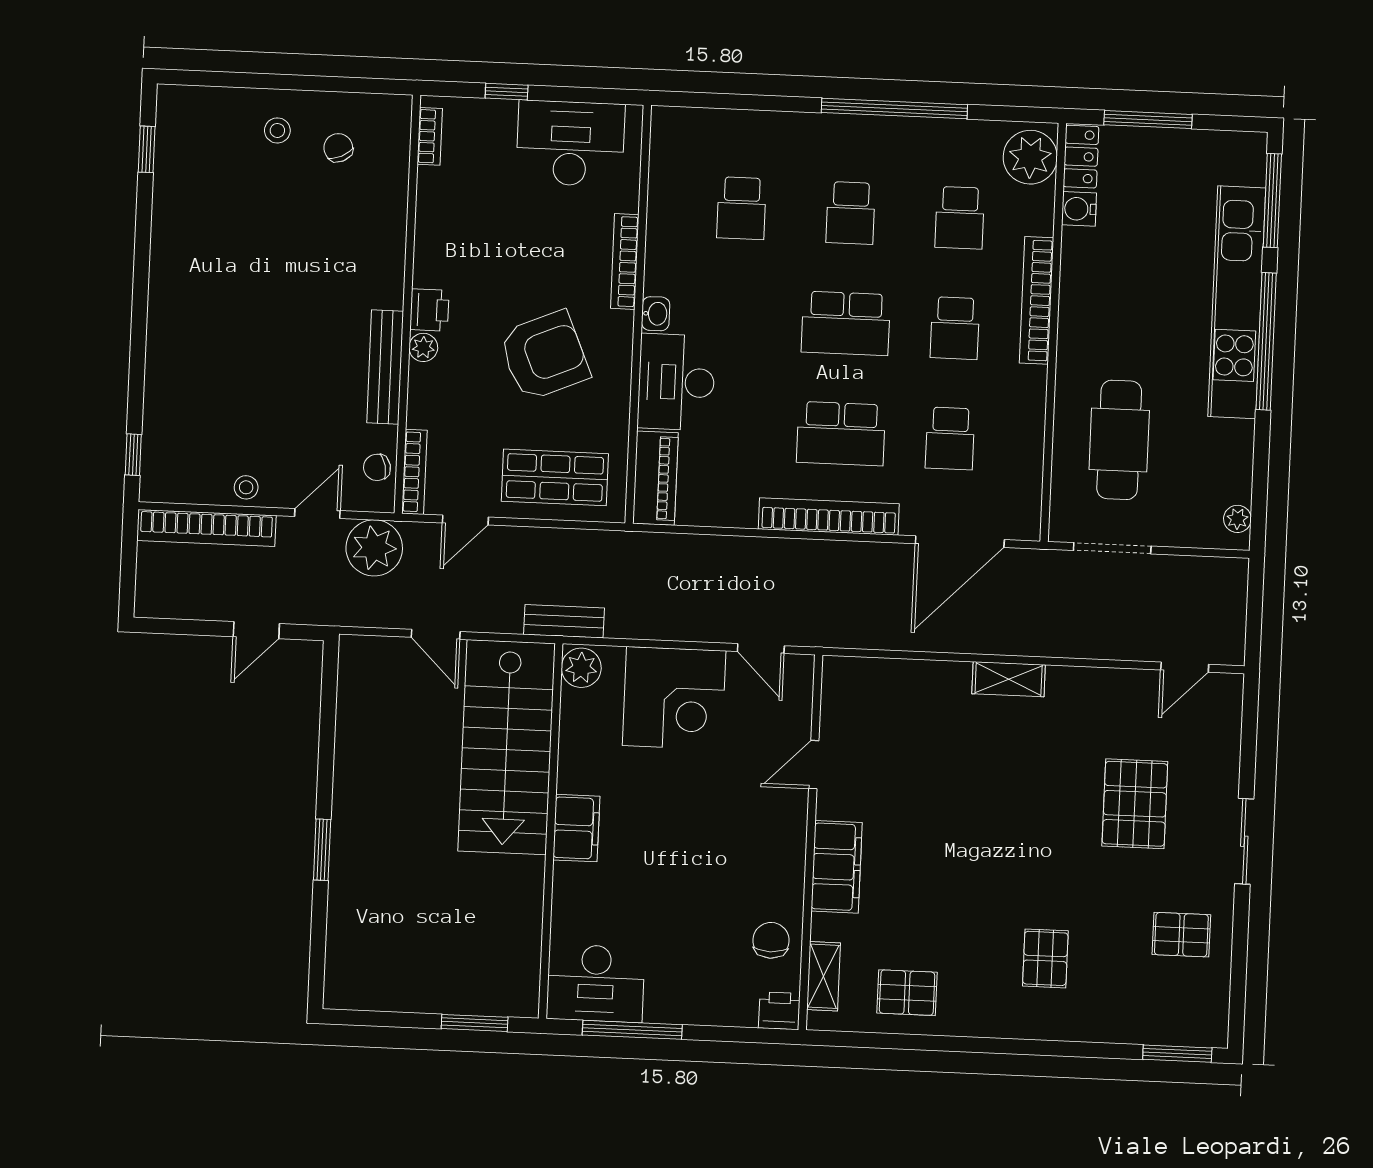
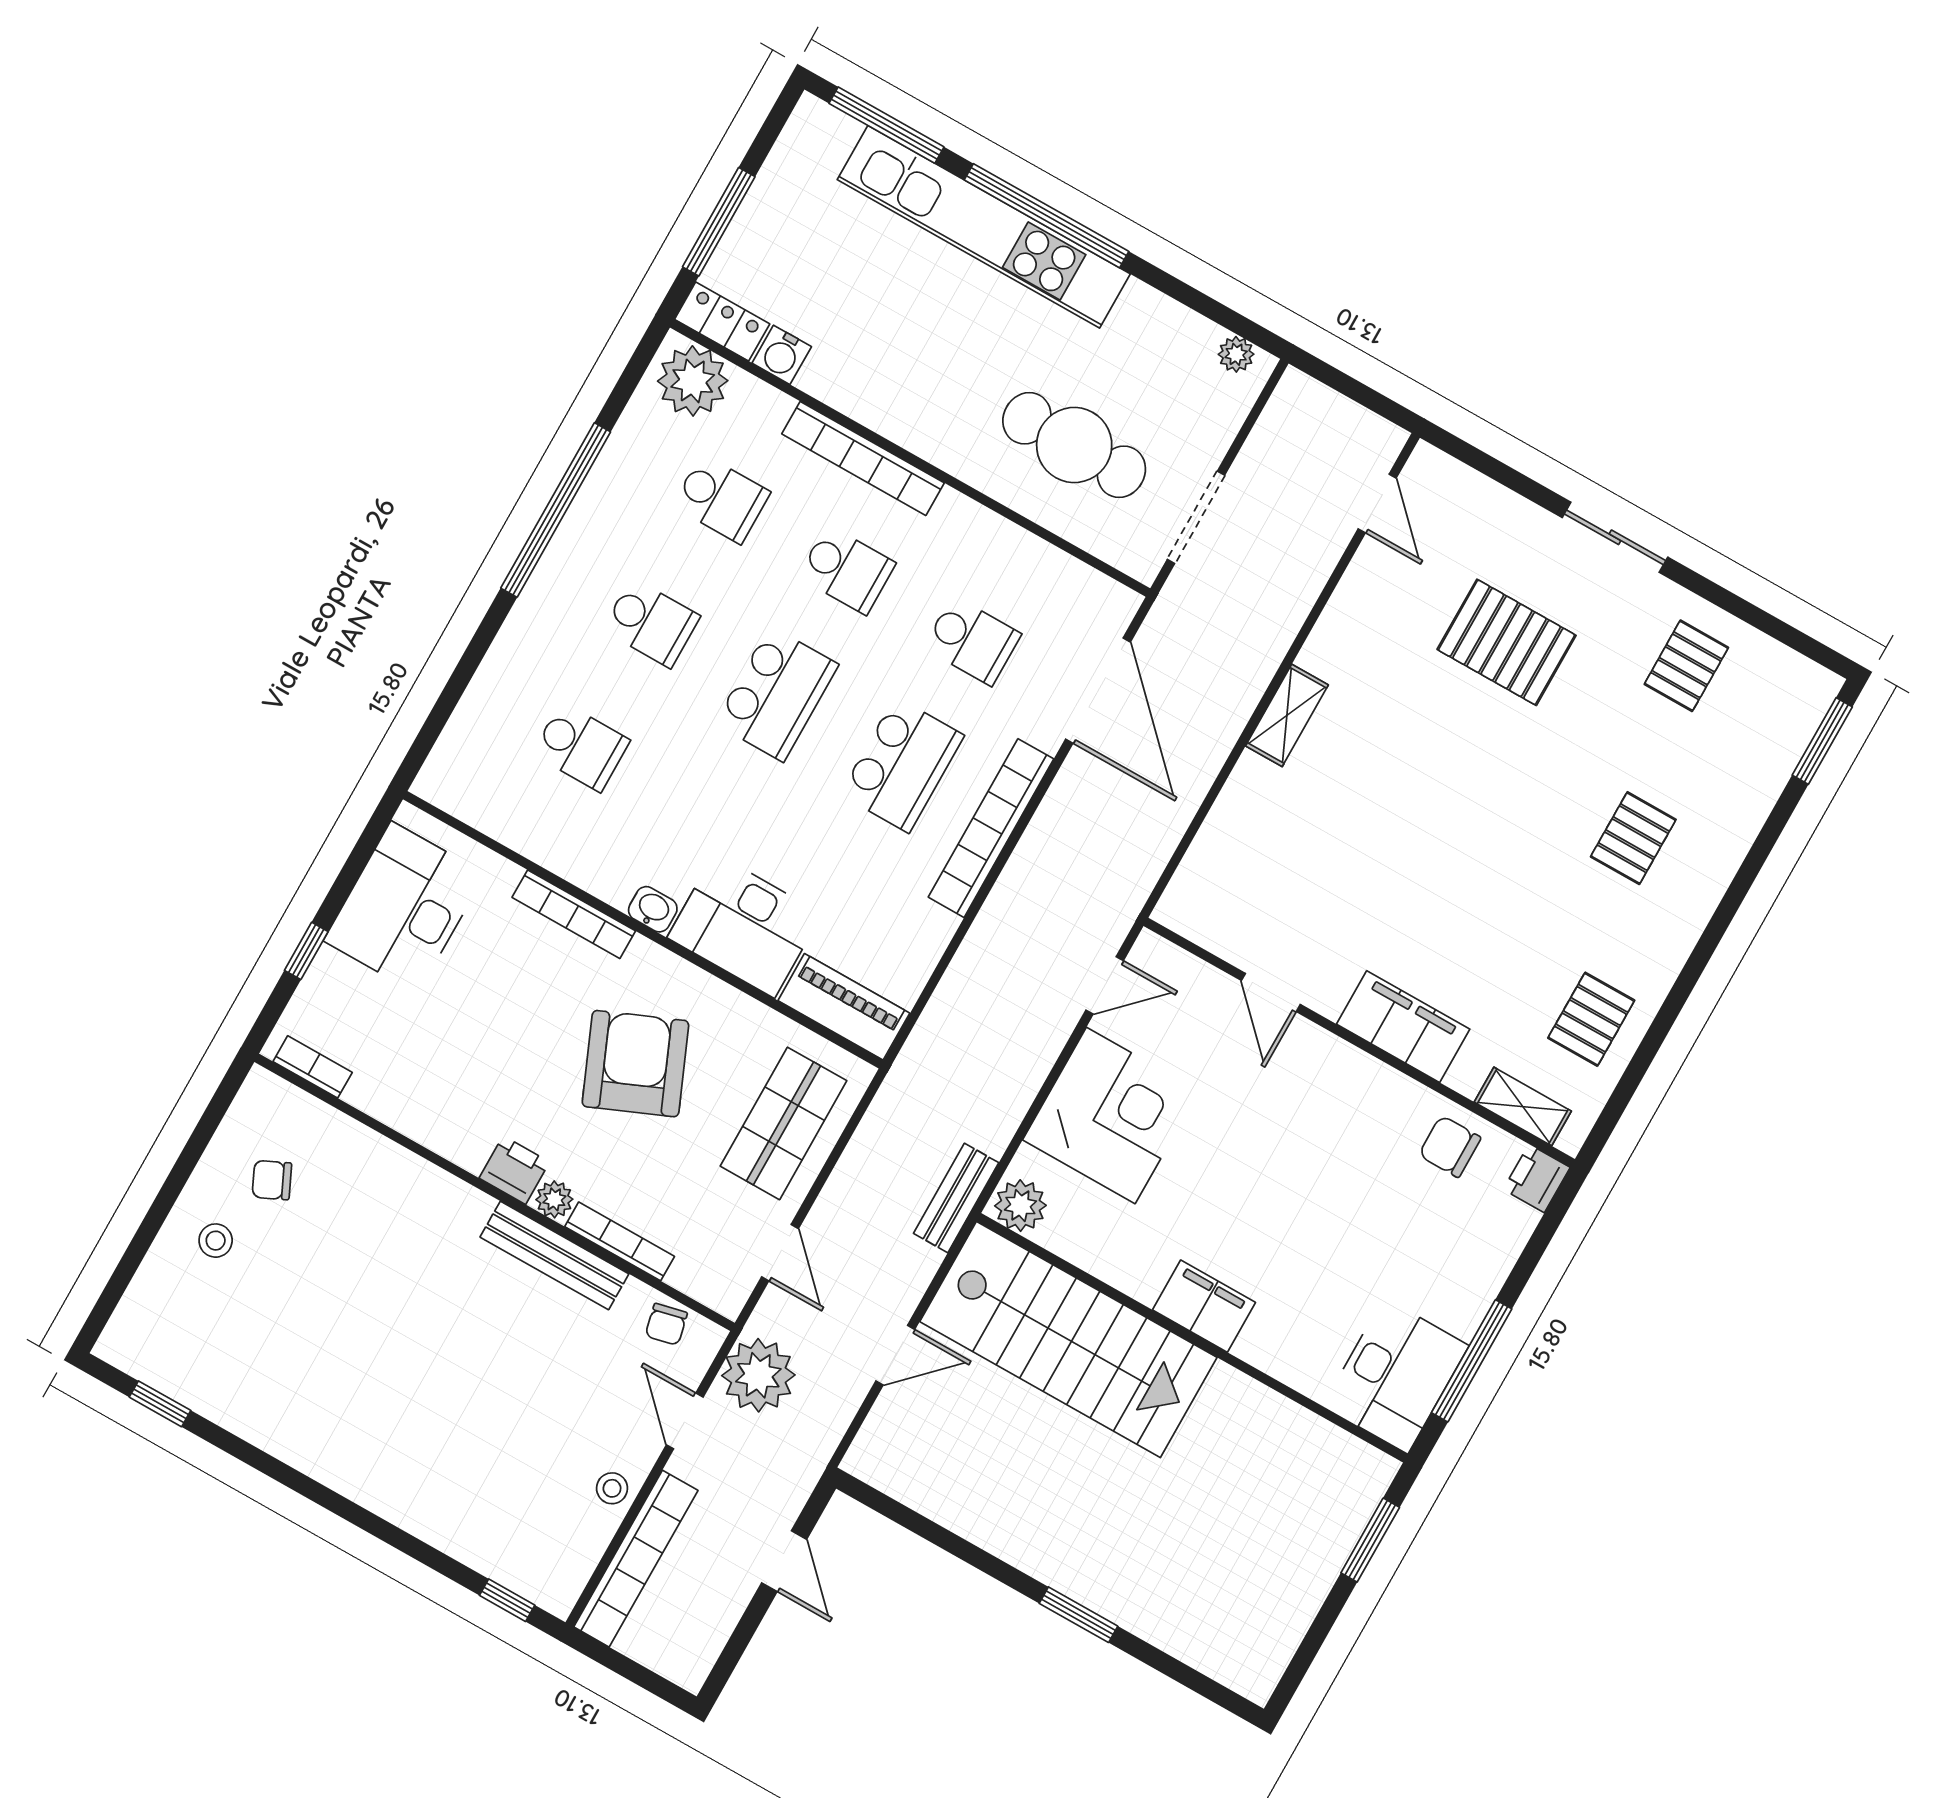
bookcase: (414, 472) -> (620, 1241), moved
pallet: (1045, 958) -> (1633, 838), turned 90

